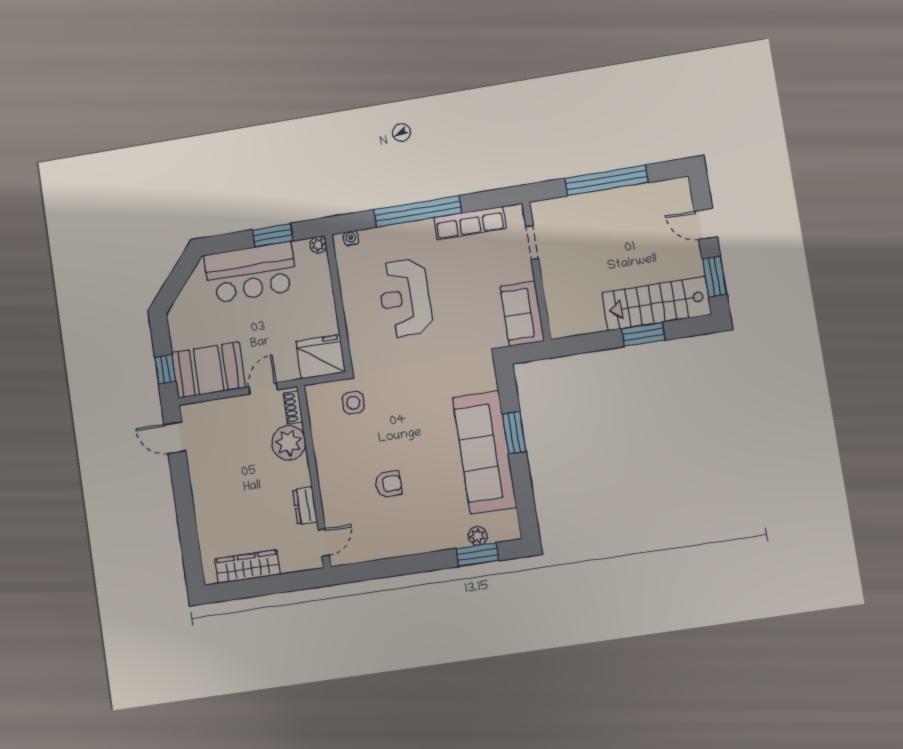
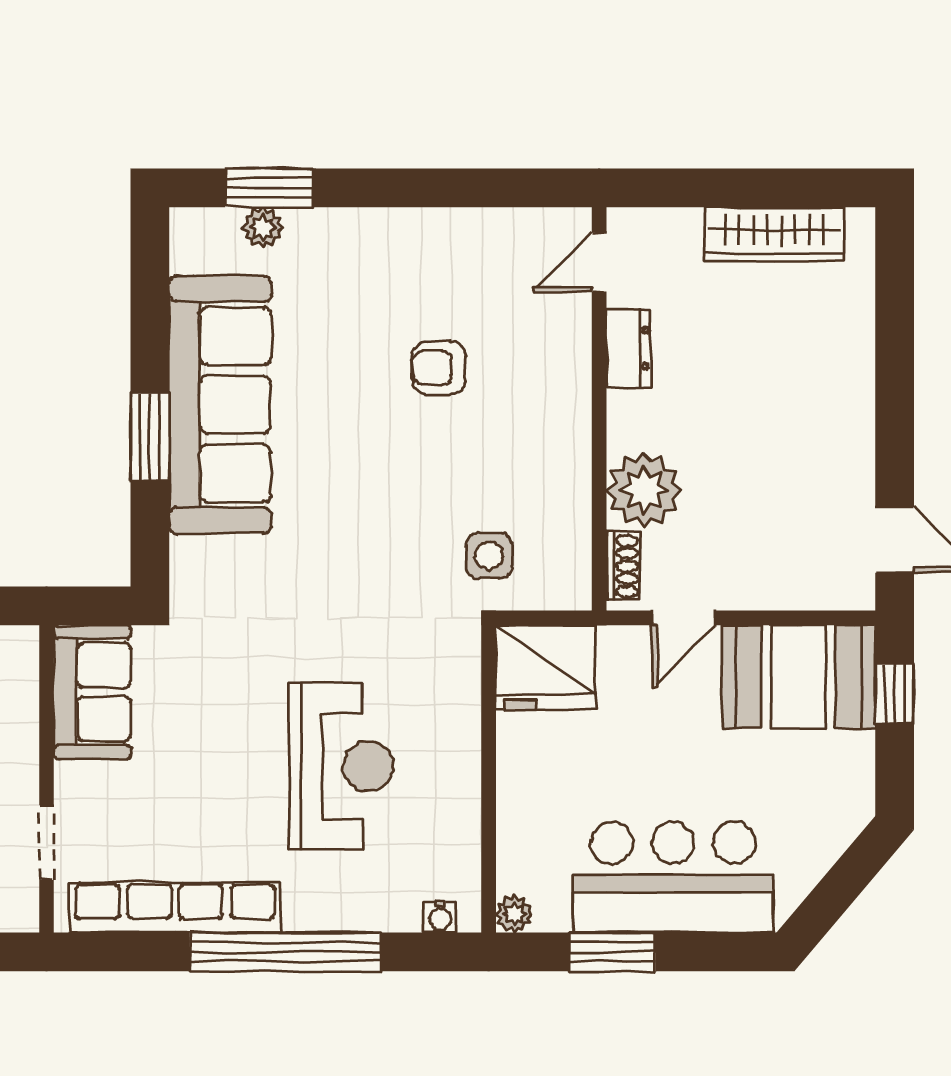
row of seats: (470, 223) -> (175, 908), width x1.36

